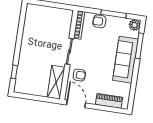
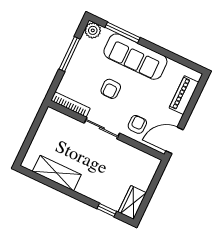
armchair: (99, 21) -> (111, 89), moved
shelving: (56, 82) -> (57, 173), moved
wardrobe: (25, 88) -> (132, 202), added

